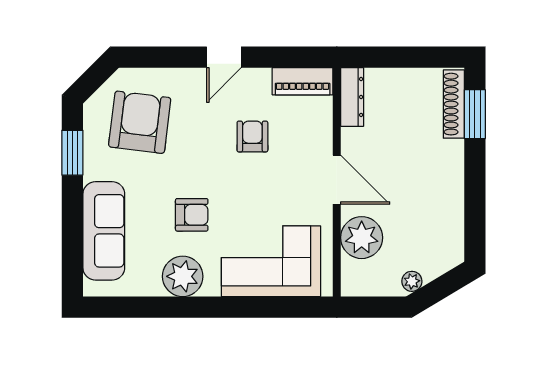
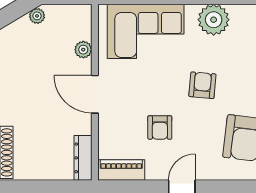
armchair: (192, 215) -> (202, 85), moved, turned 95
plant: (362, 238) -> (83, 50), width x0.53, depth x0.53

